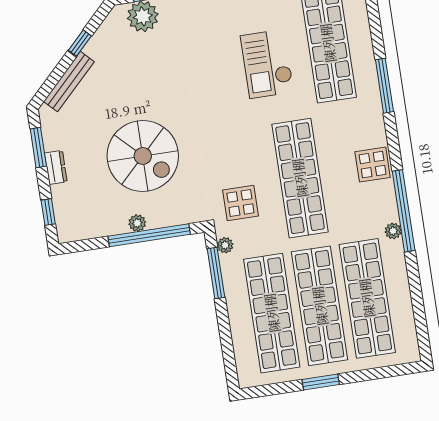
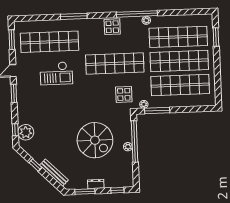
spiral stairs: (143, 156) -> (95, 140), turned 90
window: (321, 382) -> (216, 37), moved

